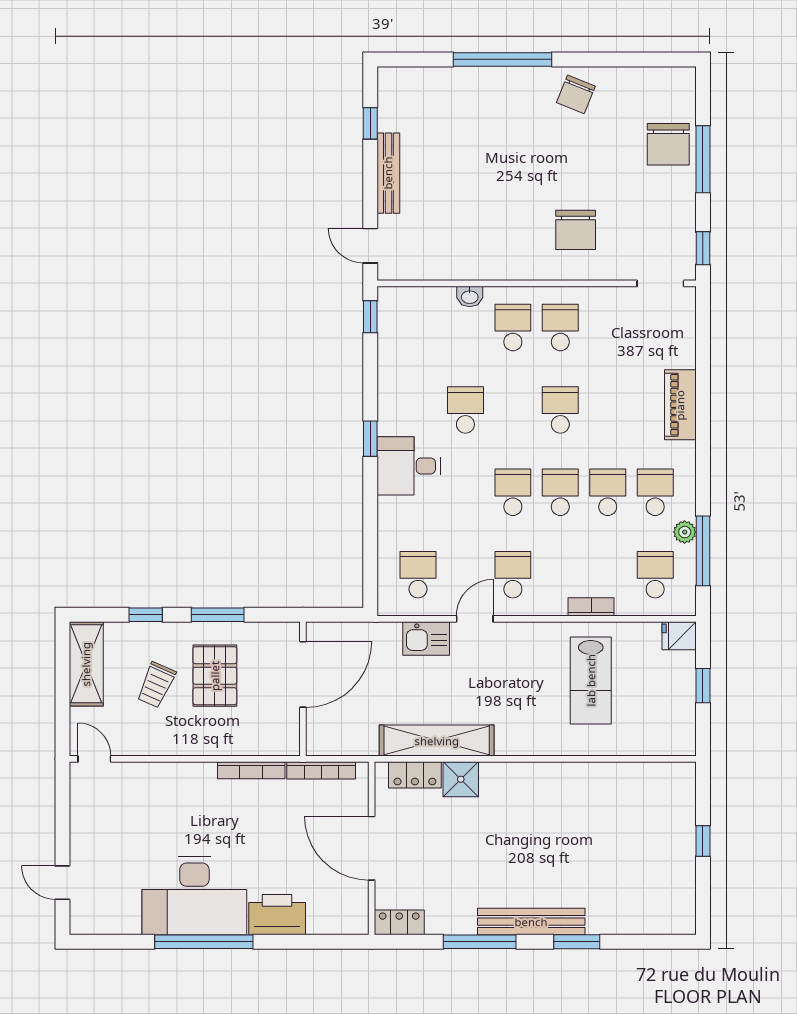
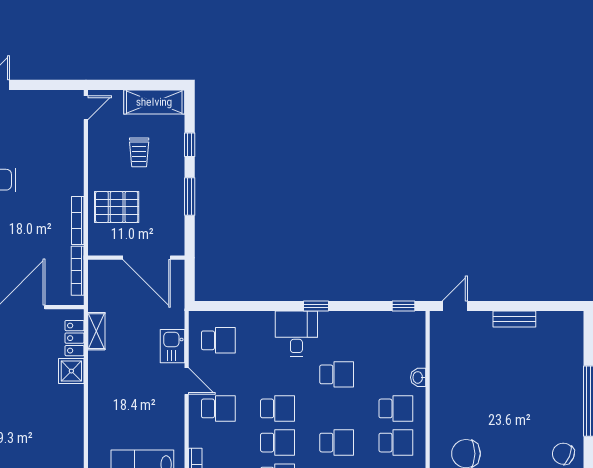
window: (370, 123) -> (543, 306), removed
bench: (388, 173) -> (514, 319), width x0.73
pallet: (215, 676) -> (117, 207), moved
trolley: (156, 685) -> (139, 152), turned -114
shelving: (437, 741) -> (96, 331), width x0.45, depth x0.75

